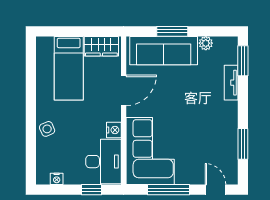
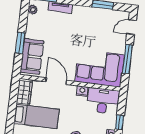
plant: (206, 43) -> (33, 10), moved
sofa: (164, 51) -> (32, 56), width x0.73
window: (92, 190) -> (119, 122), moved

